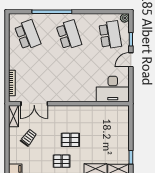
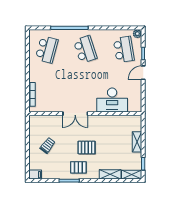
school desk: (28, 35) -> (47, 49), turned 36
desk: (113, 89) -> (112, 100), moved
double door: (34, 104) -> (75, 114), moved
shelving: (14, 116) -> (137, 142), moved

